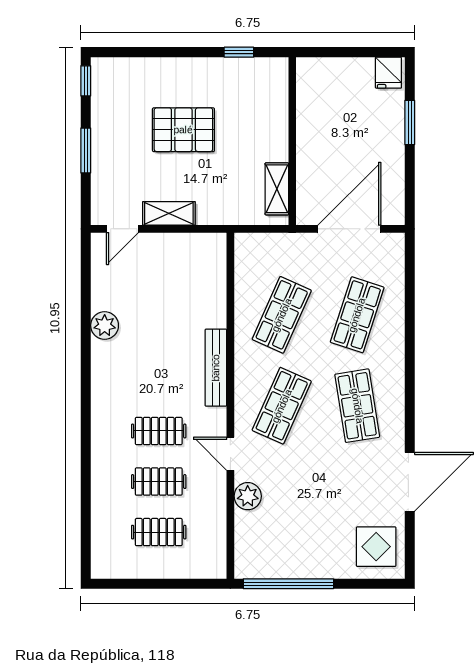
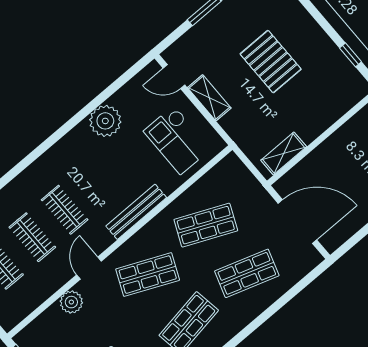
checkout: (182, 275) -> (177, 140), added
plant: (105, 325) -> (105, 121), width x1.36, depth x1.36

